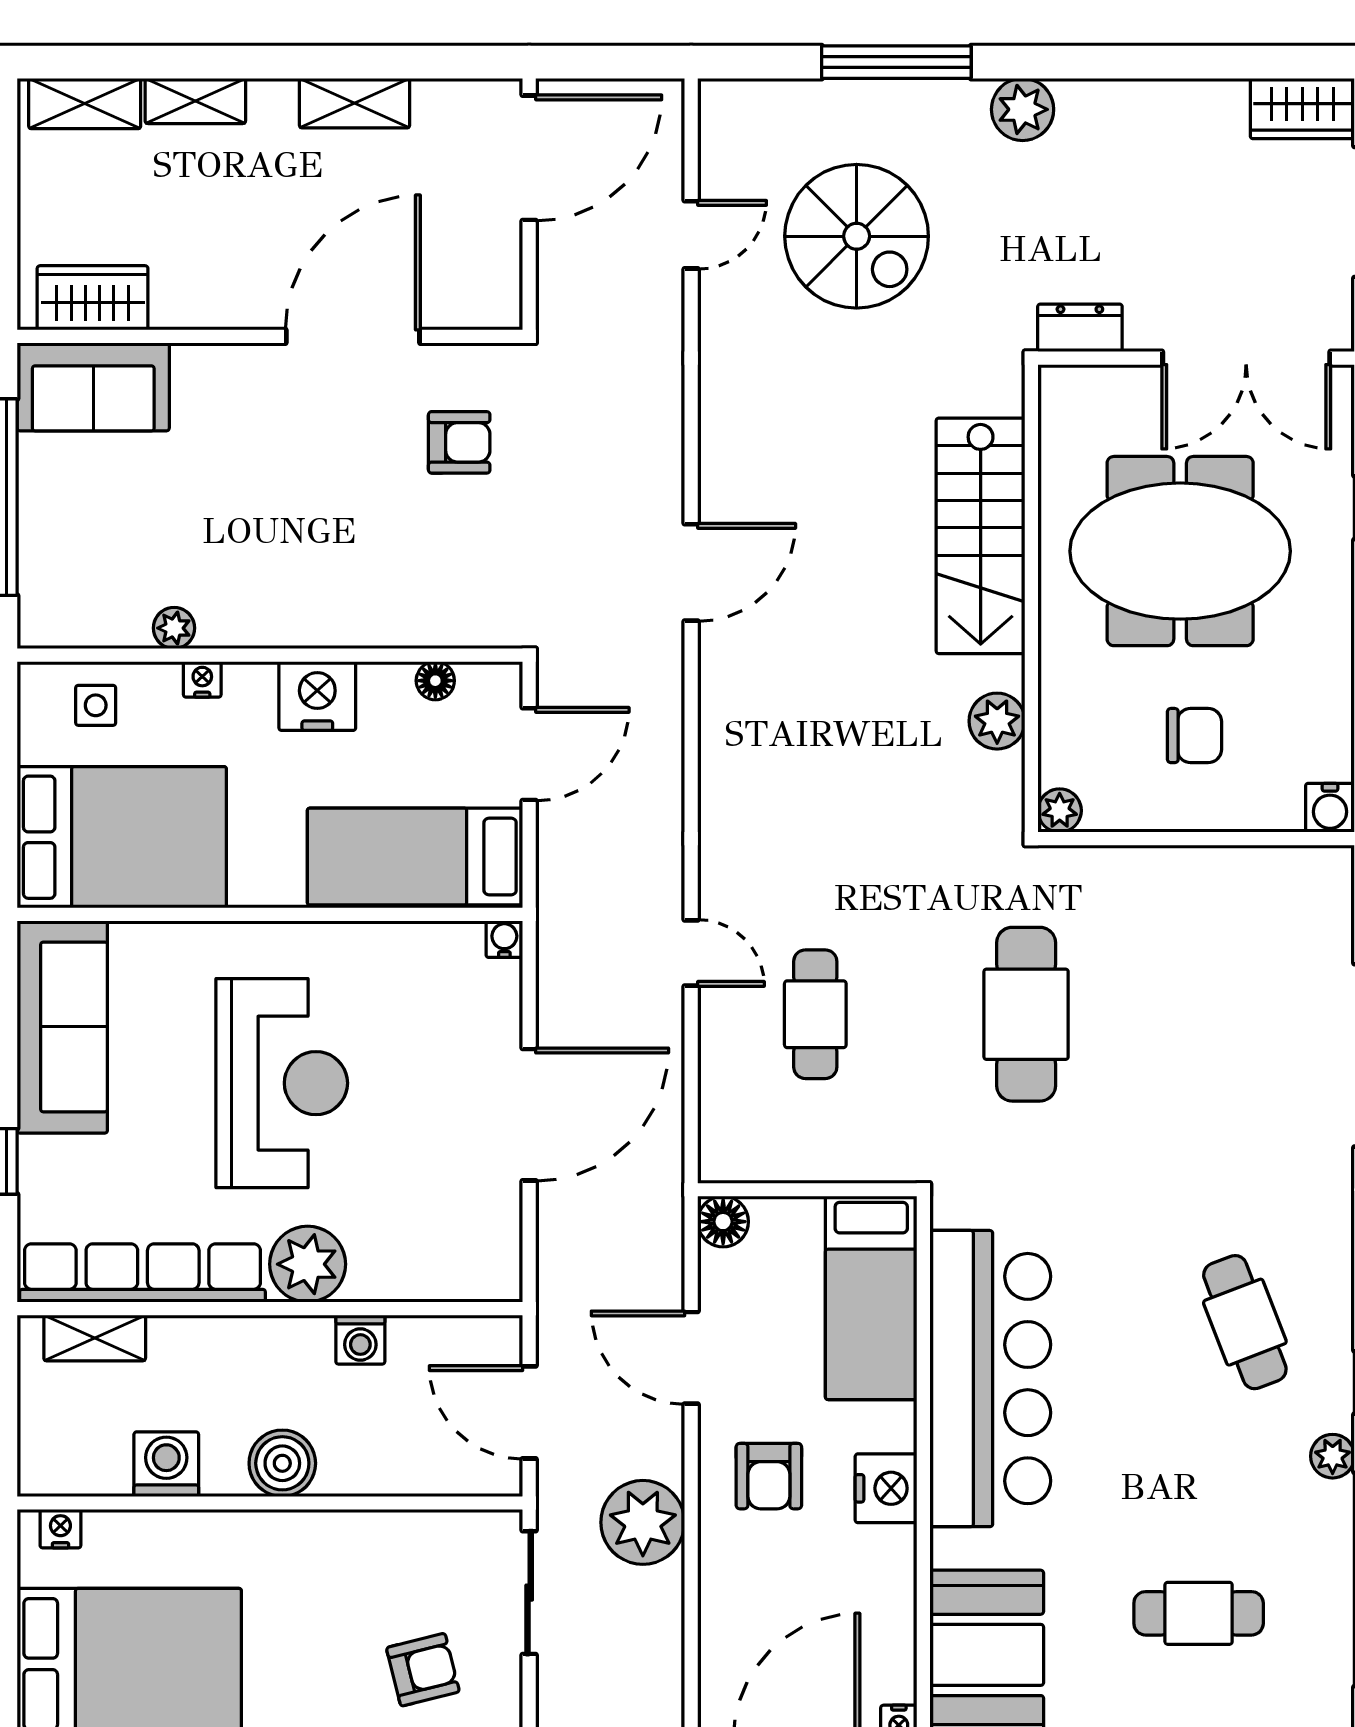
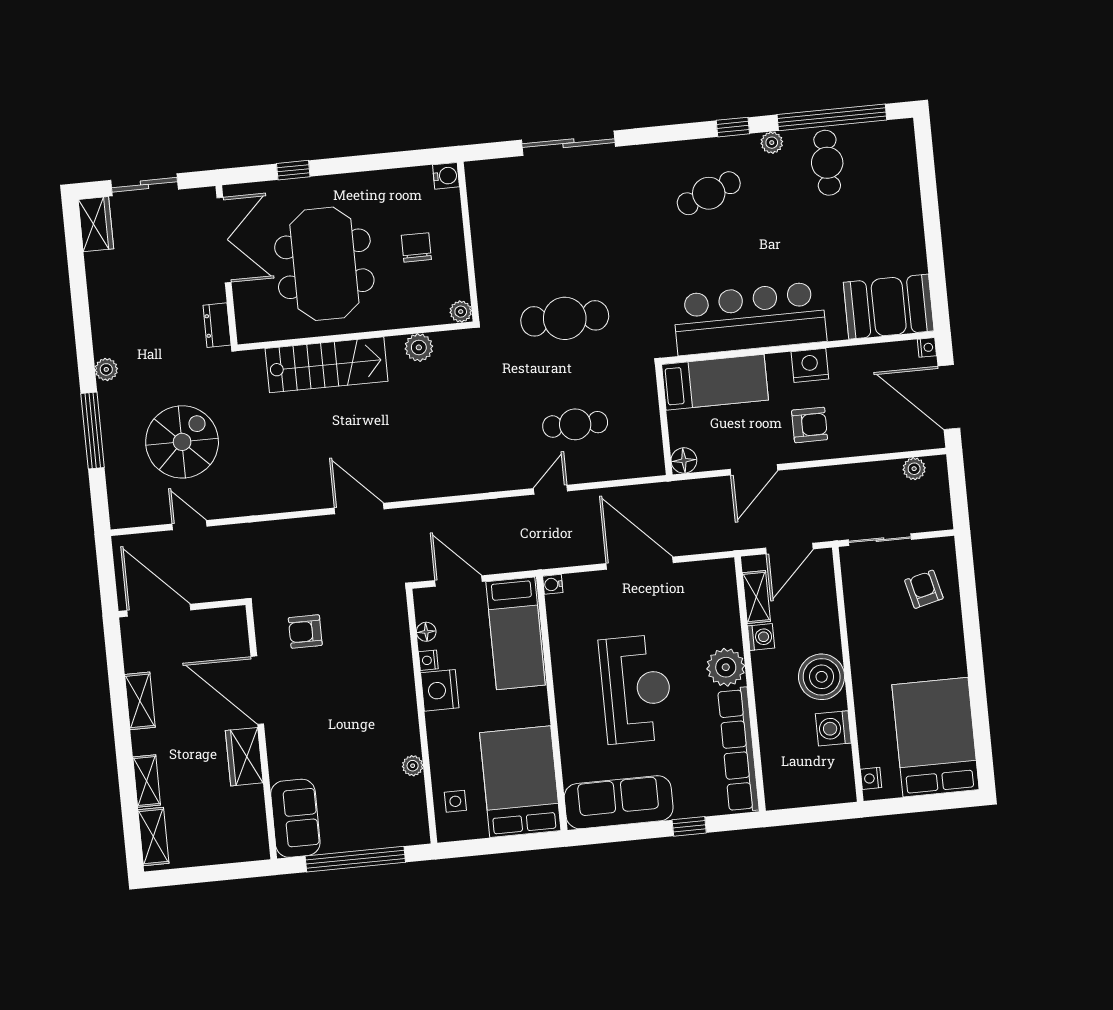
plant: (1023, 109) -> (106, 369), width x0.73, depth x0.73
wardrobe: (93, 298) -> (244, 757), moved
armchair: (459, 442) -> (305, 632), turned -90
nightstand: (202, 679) -> (428, 660), moved
reception desk: (282, 1083) -> (636, 689), turned 90
shelving: (95, 1338) -> (756, 597), moved
boiler: (282, 1463) -> (822, 677), width x1.37, depth x1.37
plant: (643, 1522) -> (914, 469), moved, width x0.53, depth x0.53
cafe table: (1199, 1613) -> (827, 163), moved

